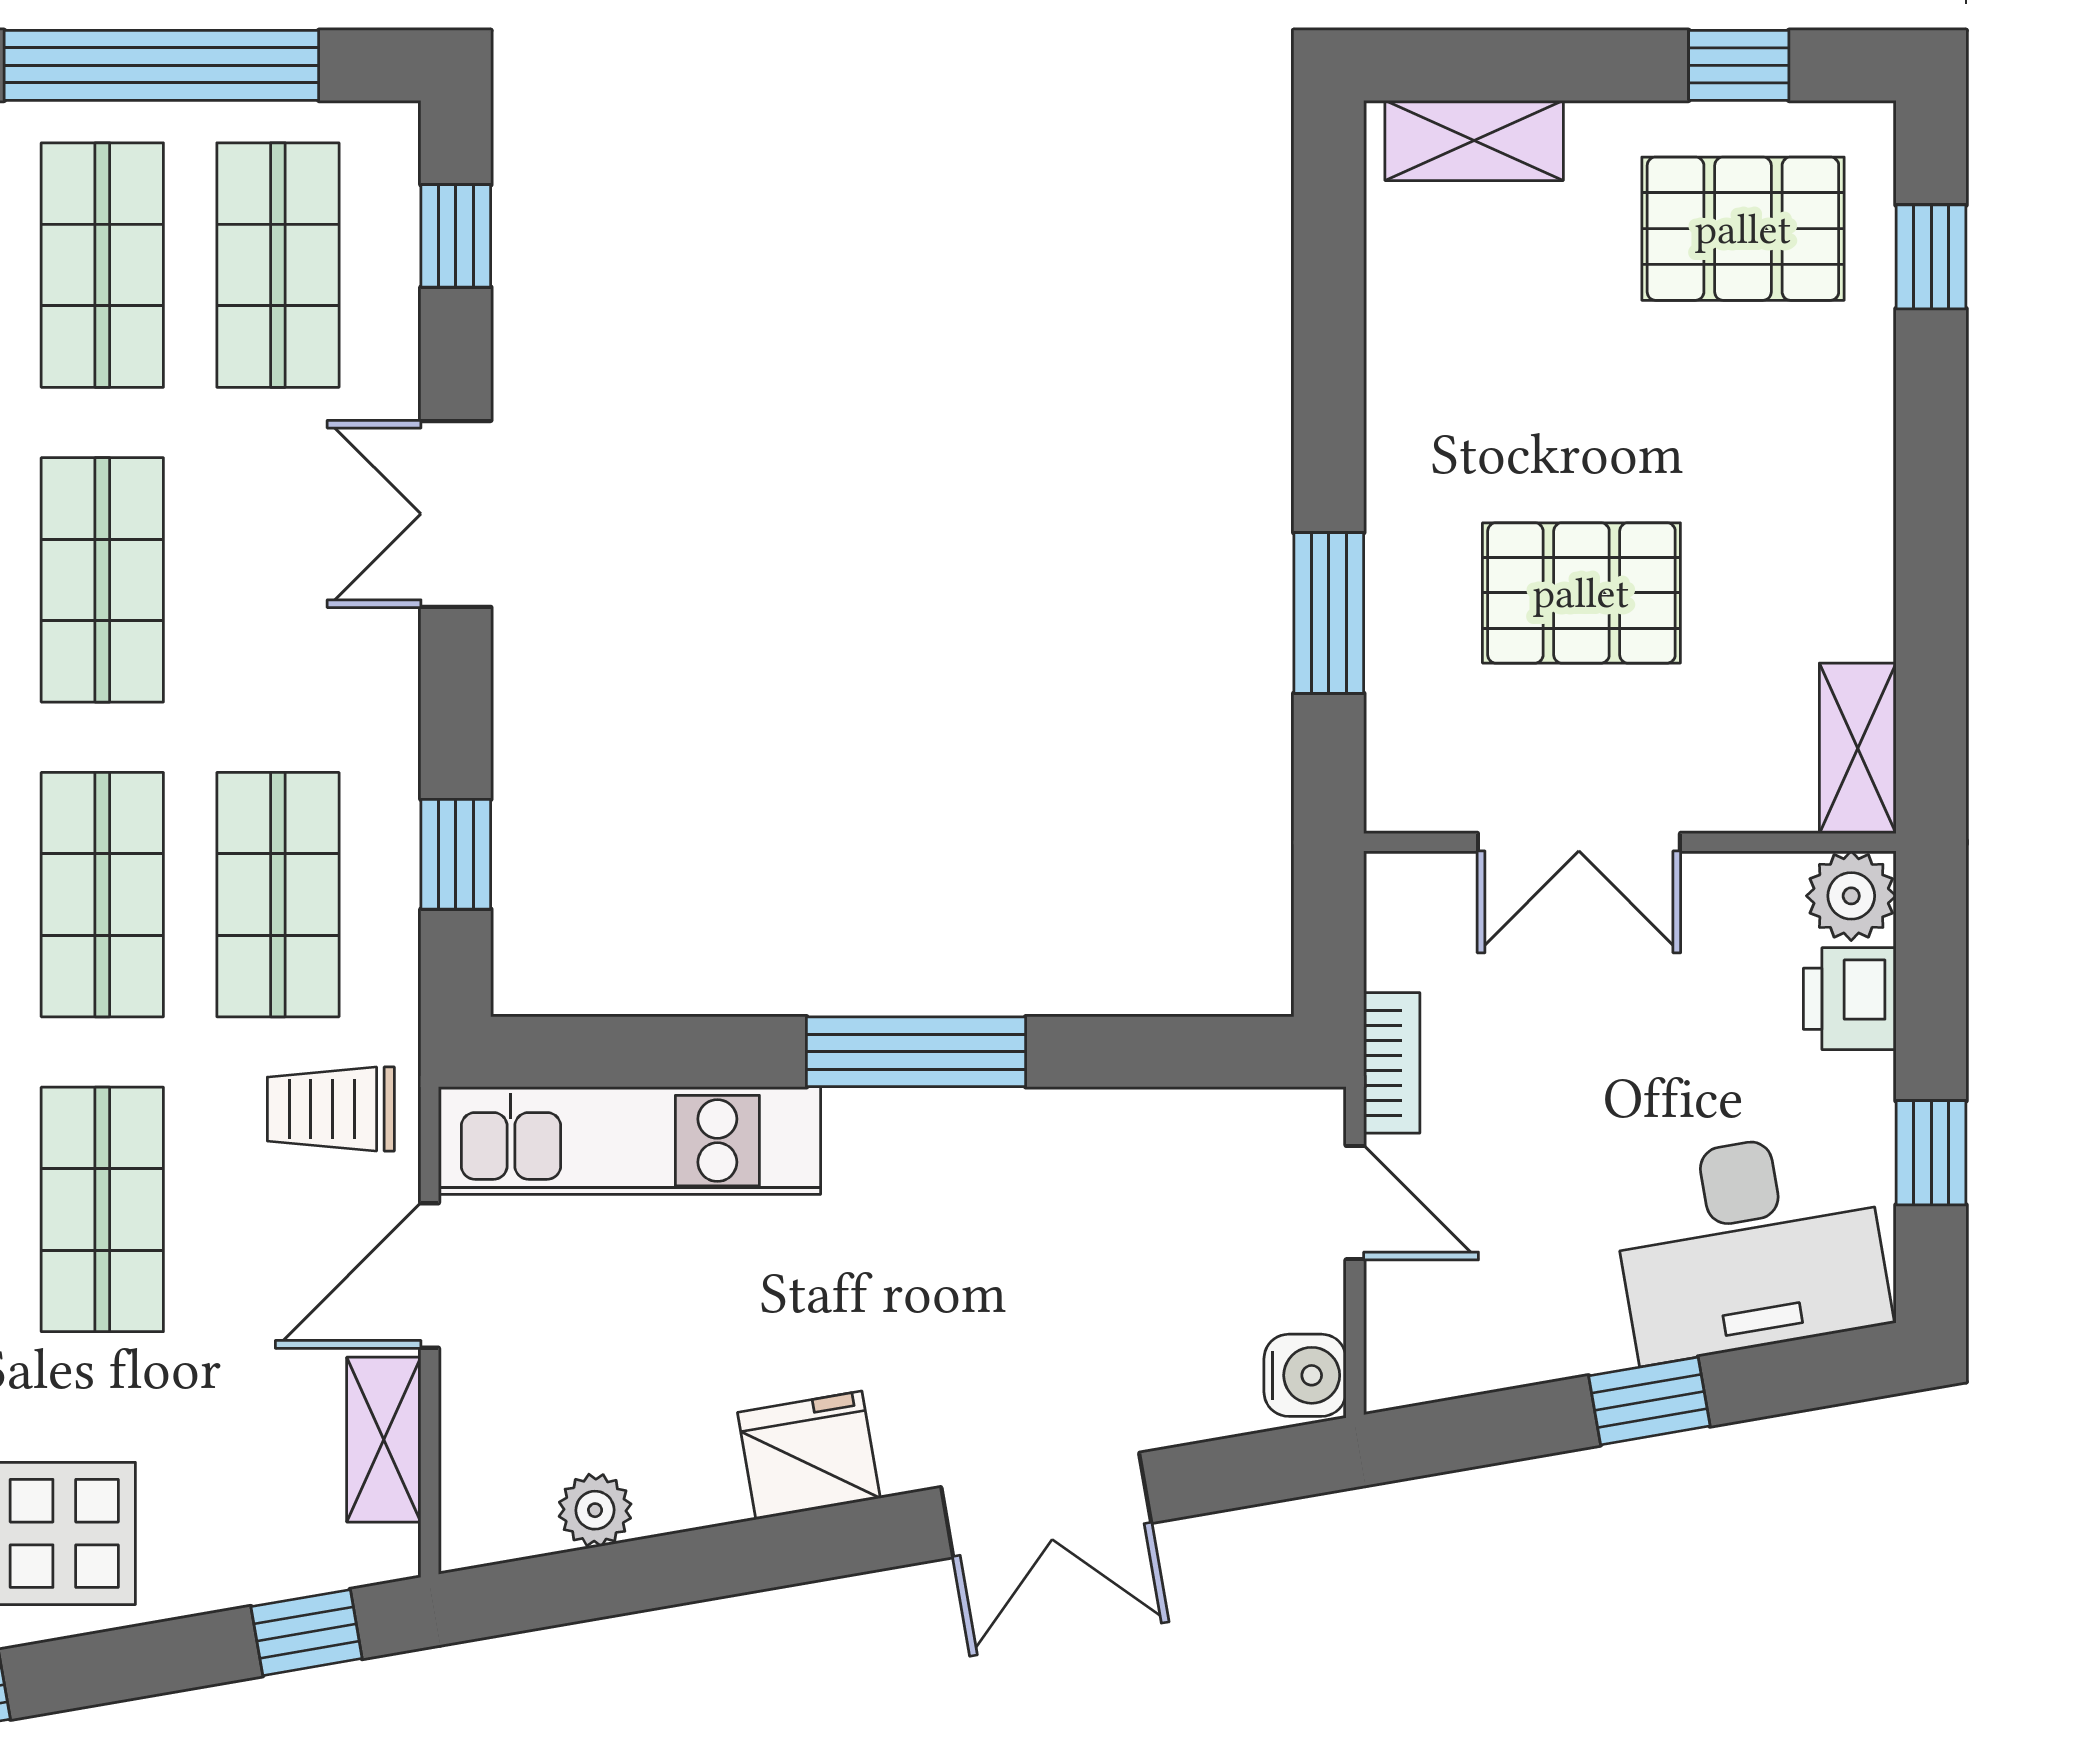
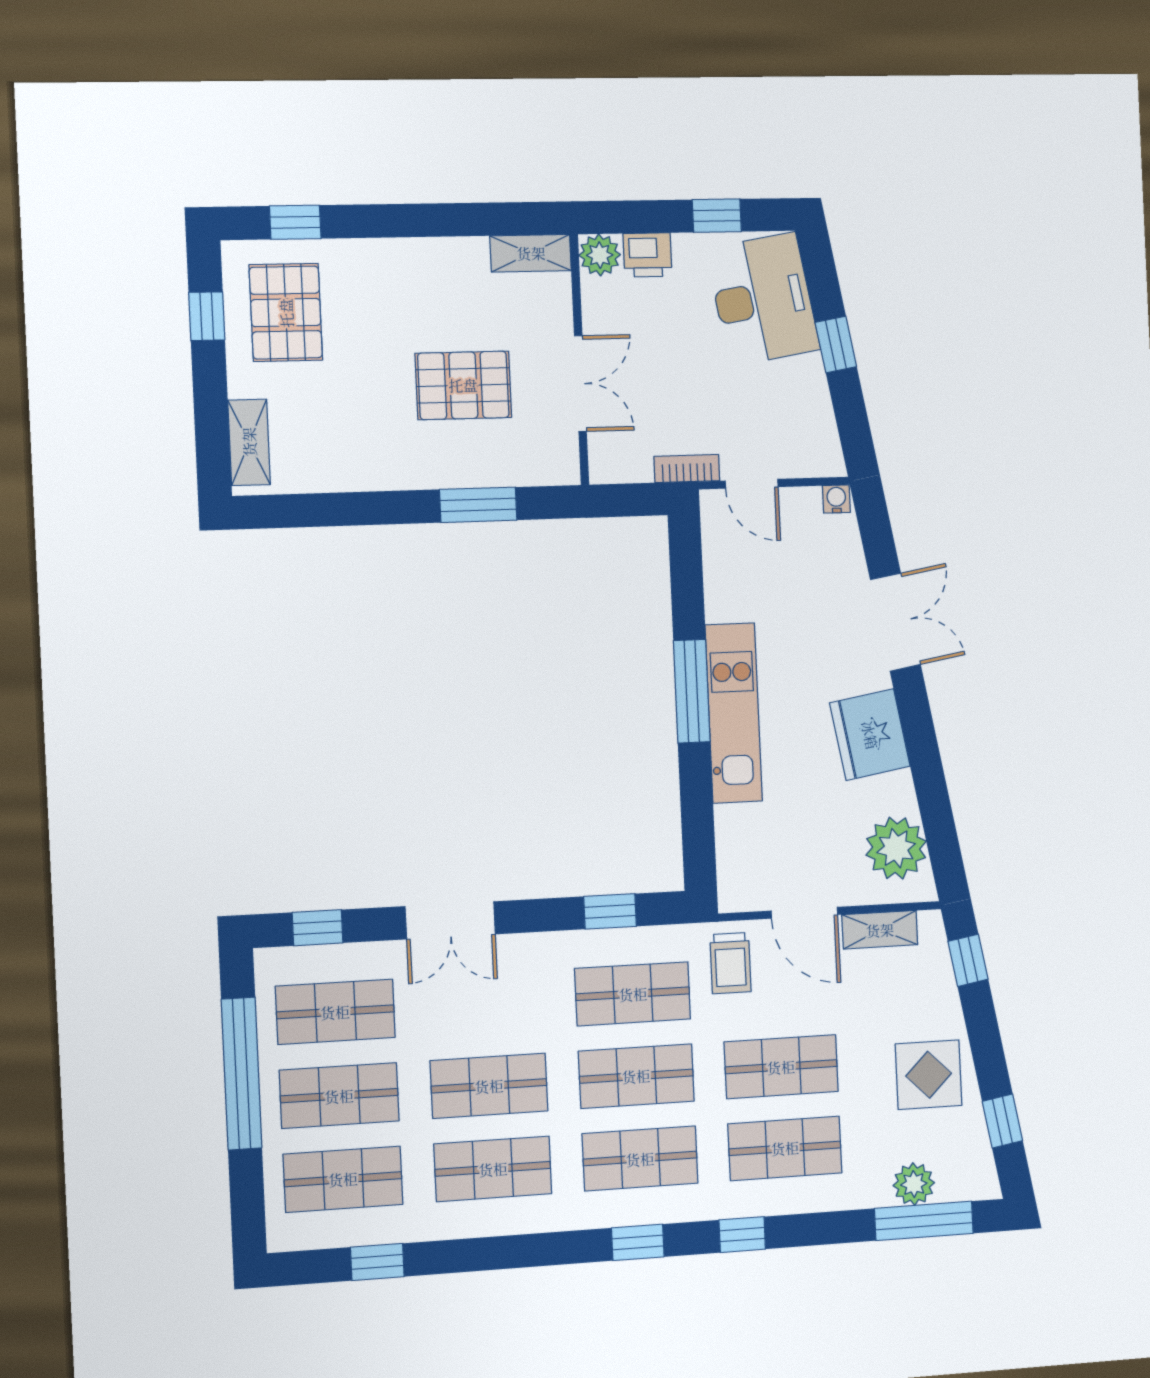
pallet: (1581, 593) -> (463, 385), turned 90
kitchen unit: (629, 1141) -> (734, 713), moved
door: (1355, 1203) -> (752, 484), swing flipped
water cooler: (1305, 1375) -> (836, 499), width x0.72, depth x0.72
fridge: (809, 1455) -> (870, 735), width x1.36, depth x1.34
plant: (595, 1510) -> (896, 848), width x1.88, depth x1.88

